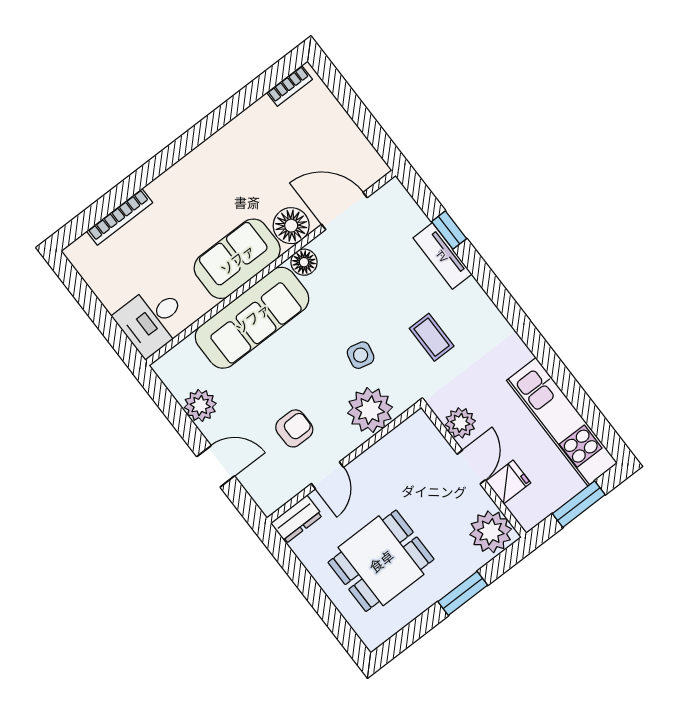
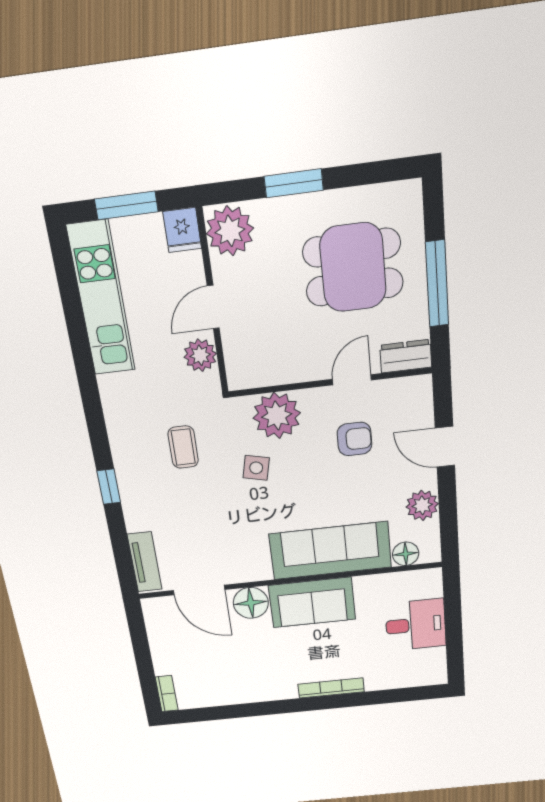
bookcase: (290, 86) -> (167, 694), moved, turned 90
bookcase: (120, 217) -> (331, 688), moved
window: (449, 230) -> (109, 487), moved
tv unit: (442, 256) -> (145, 562), moved
floor lamp: (304, 262) -> (406, 554), moved
desk: (152, 320) -> (416, 625), moved
armchair: (294, 428) -> (354, 439), turned 180
fridge: (508, 482) -> (182, 230), moved, turned -90
window: (309, 587) -> (437, 284), added

